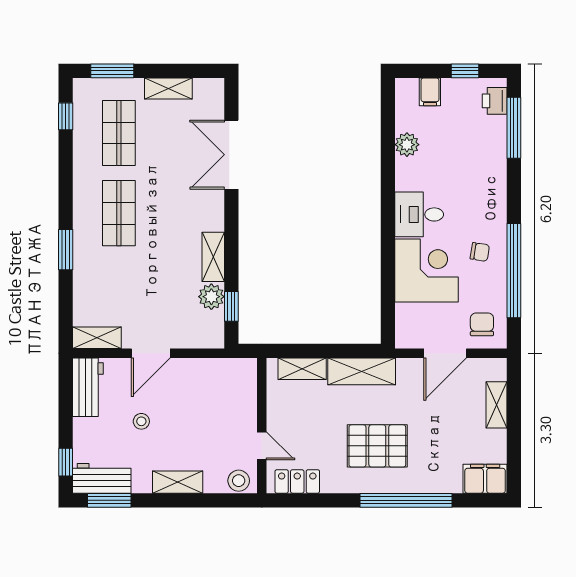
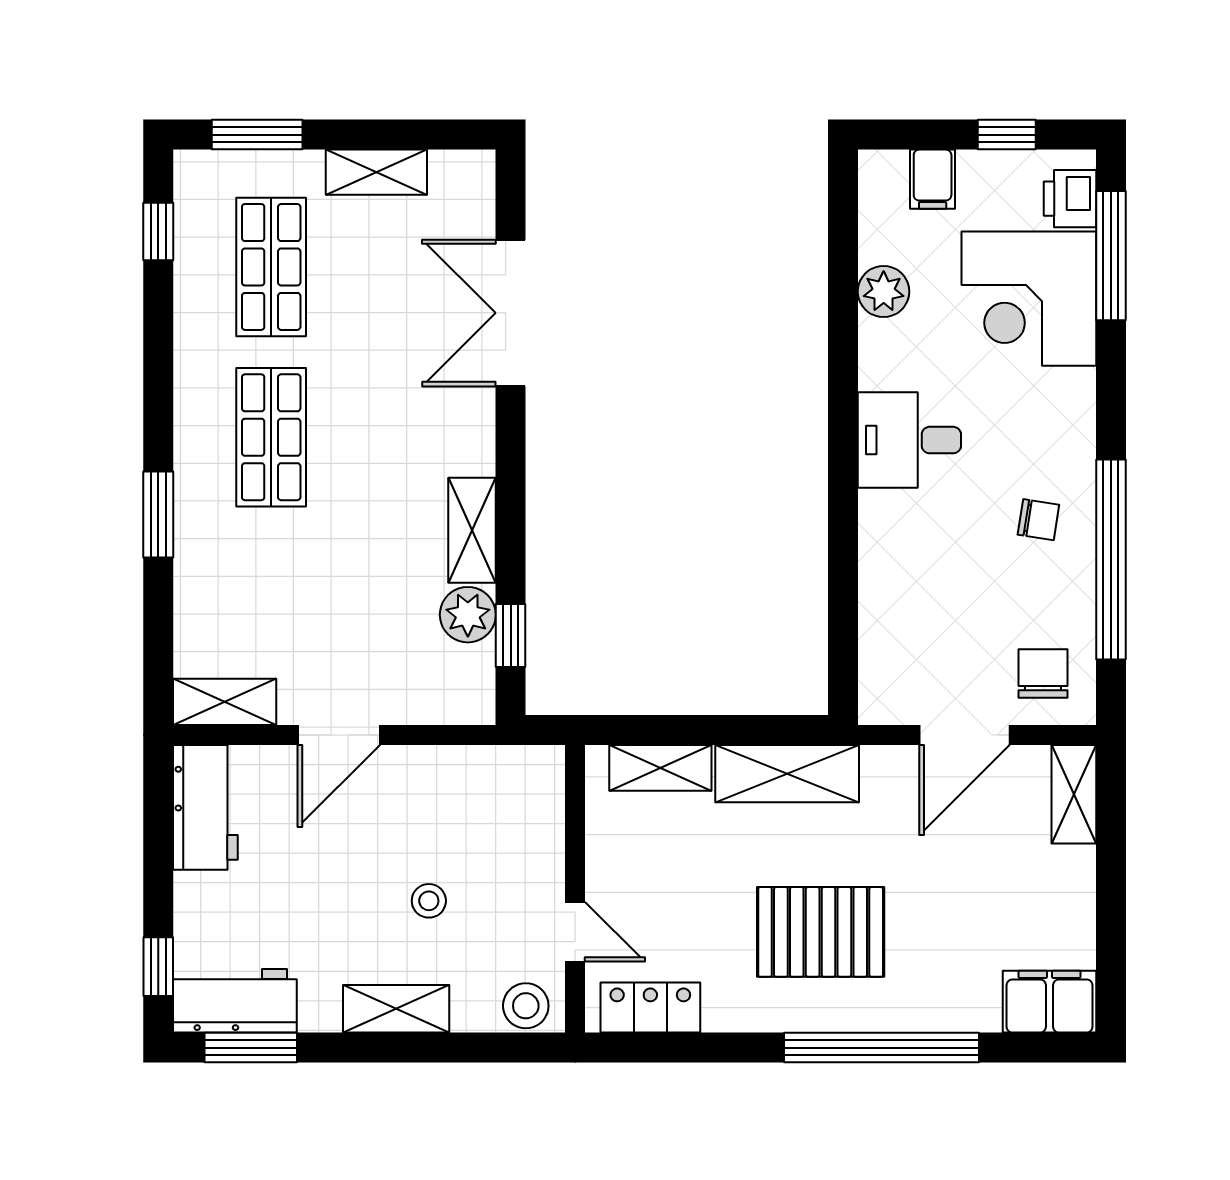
corner desk: (427, 270) -> (1029, 299), moved, turned 180
shelving: (496, 405) -> (1074, 794), moved
stool: (141, 421) -> (429, 901), moved

